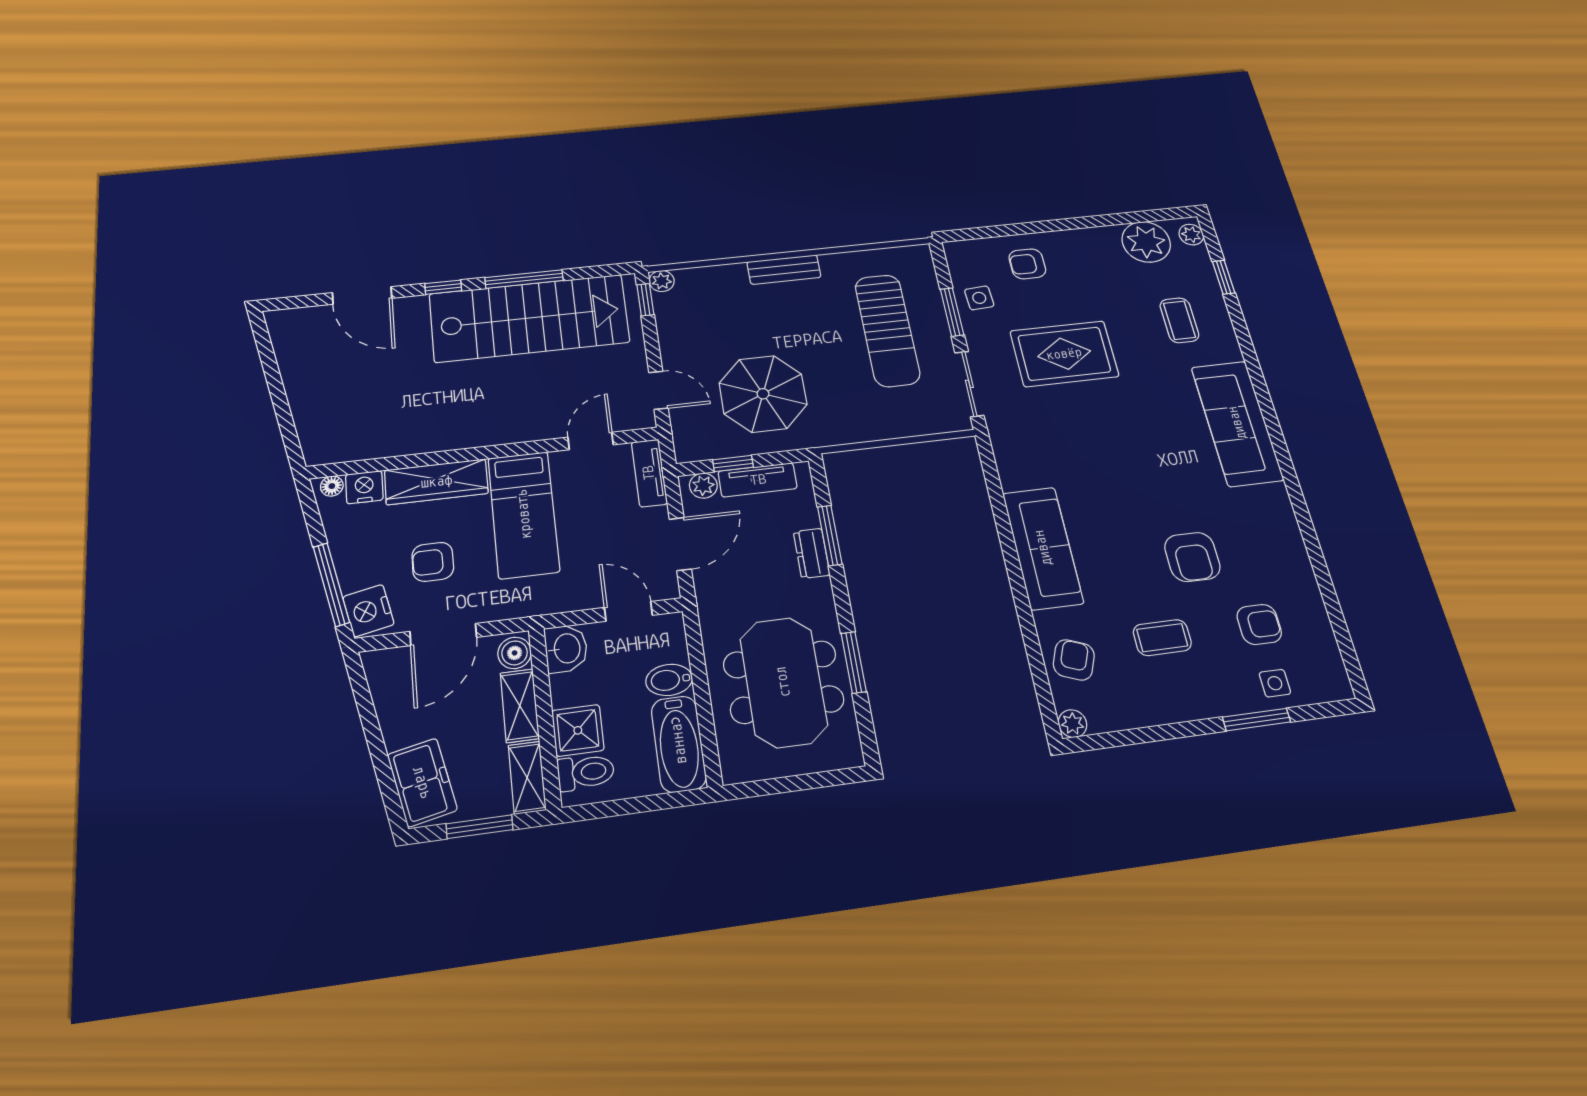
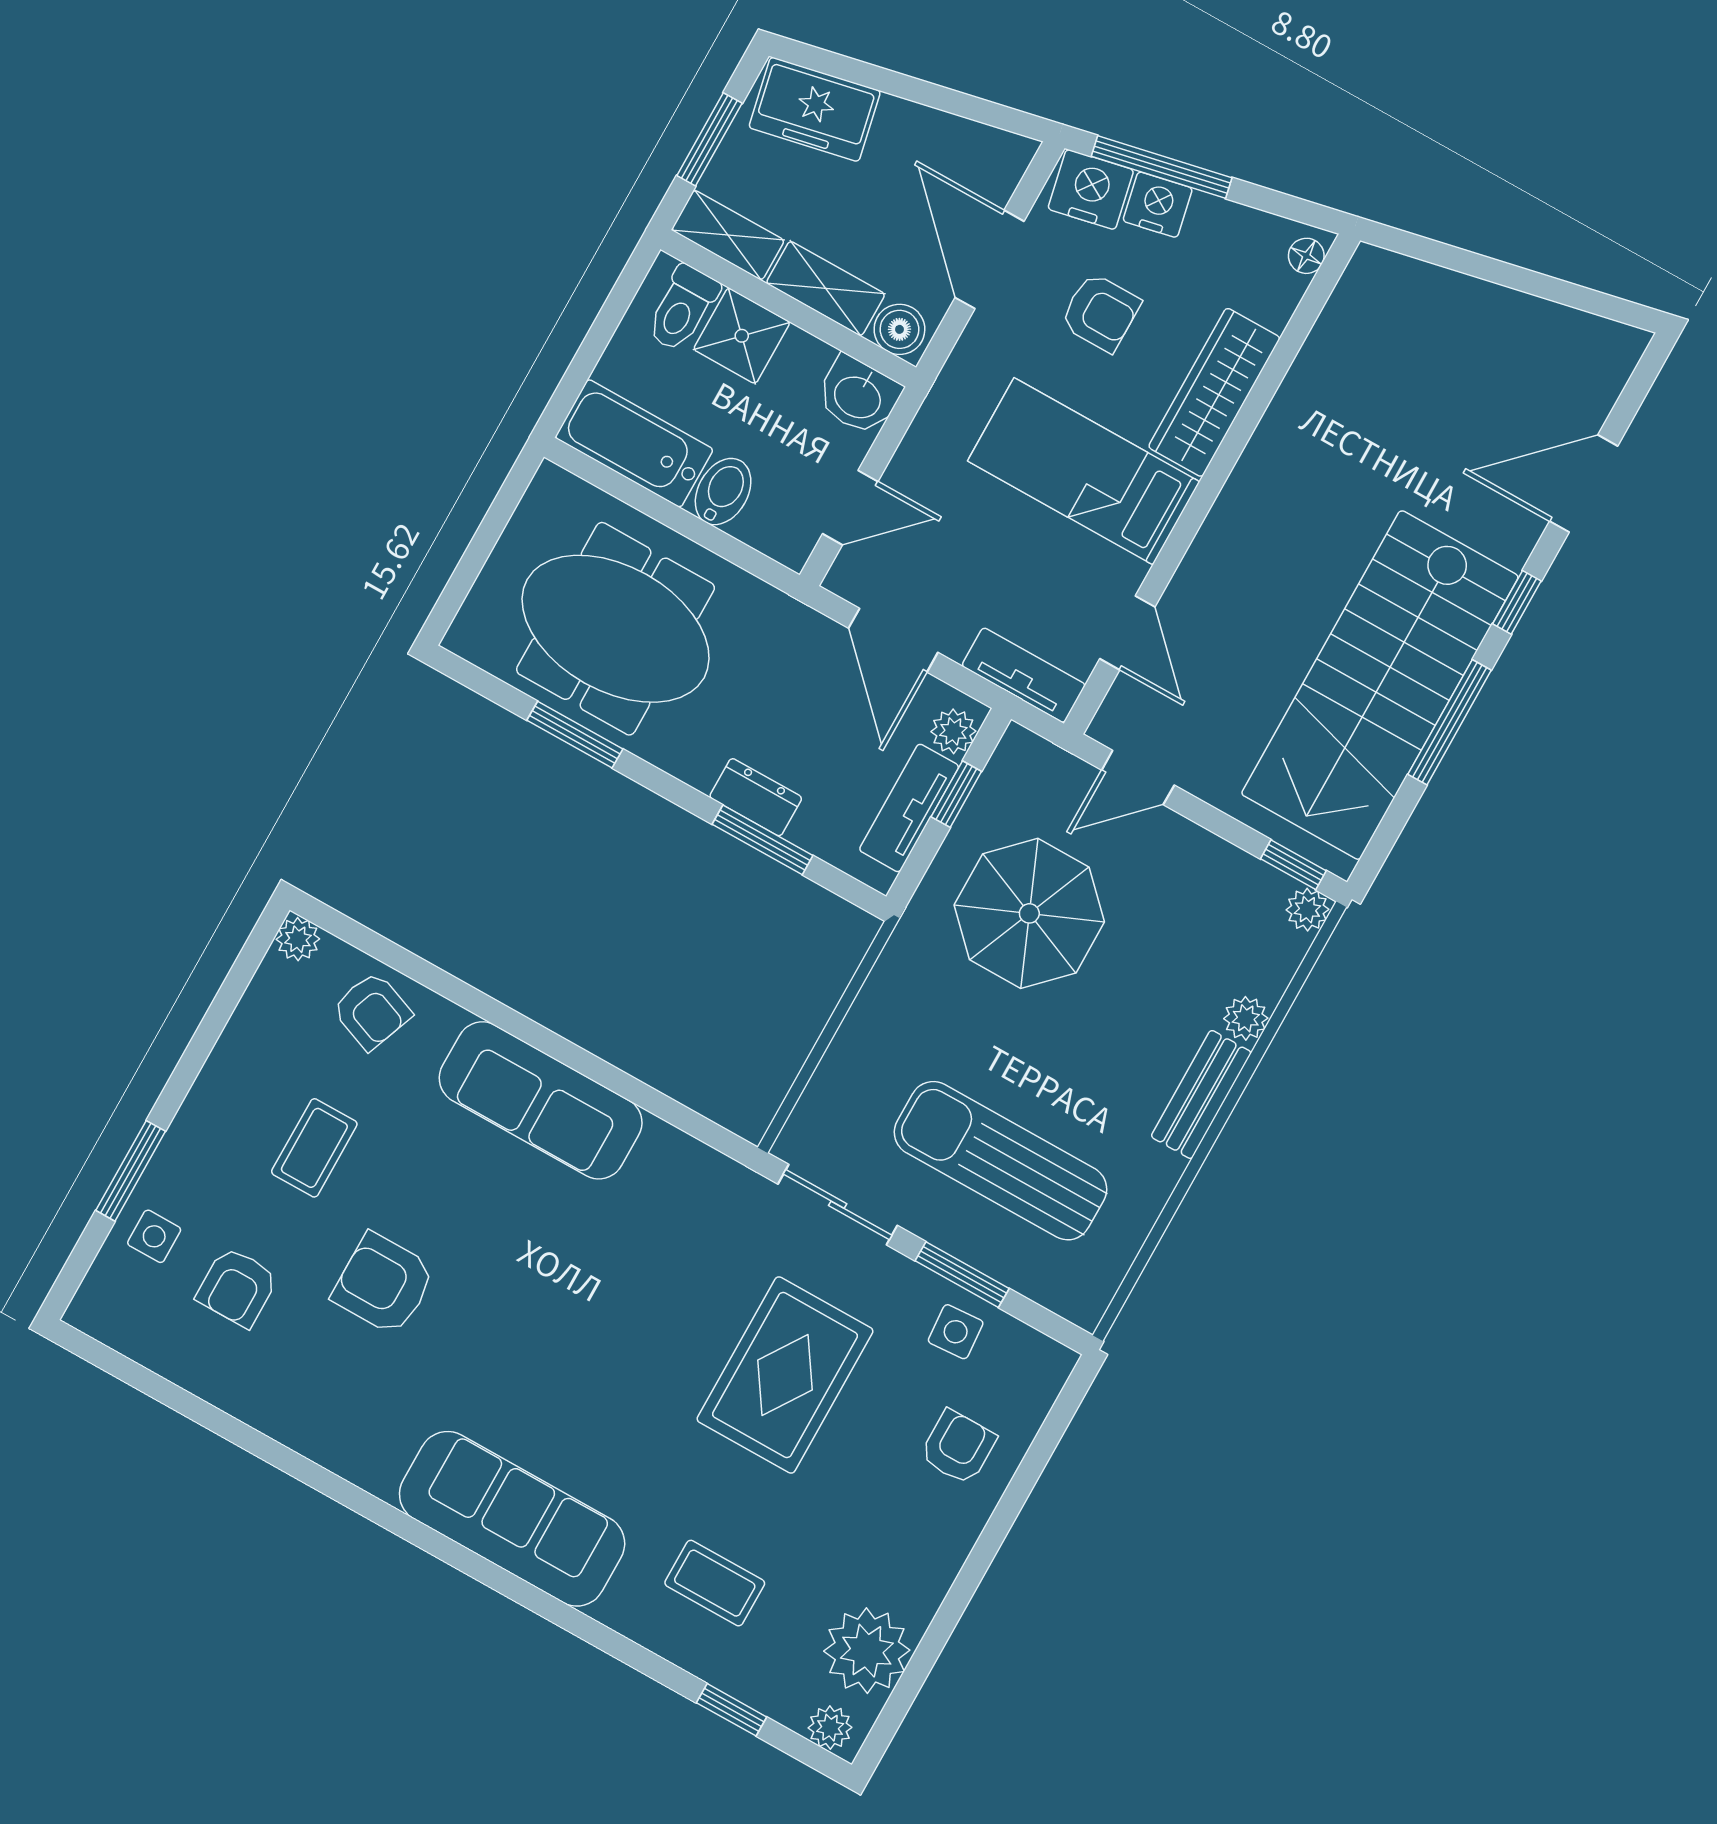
plant: (734, 274) -> (1246, 1018), added
nightstand: (364, 487) -> (1158, 205), moved, turned -102
armchair: (433, 562) -> (1100, 312), turned 90

